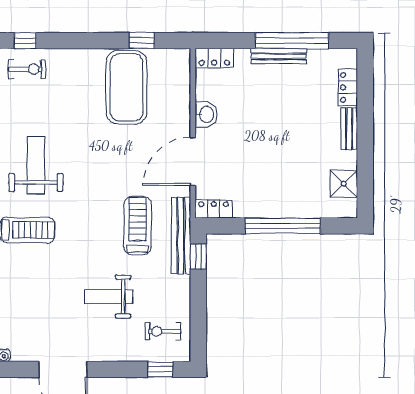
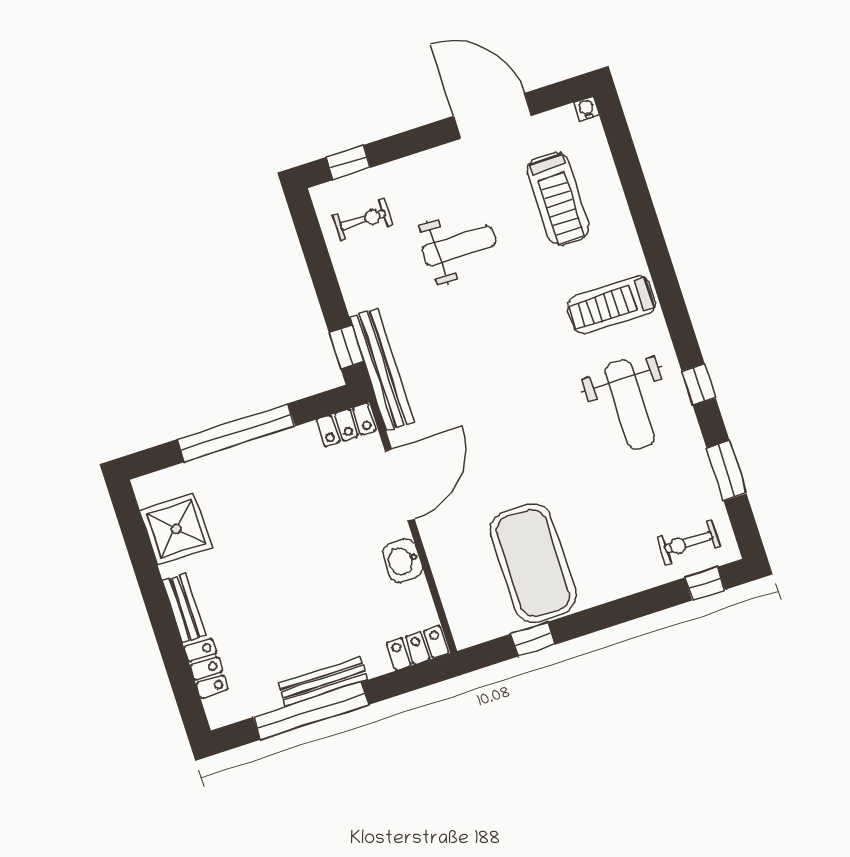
shower: (344, 184) -> (176, 529), width x1.36, depth x1.36
treadmill: (138, 226) -> (558, 199), moved

